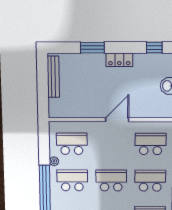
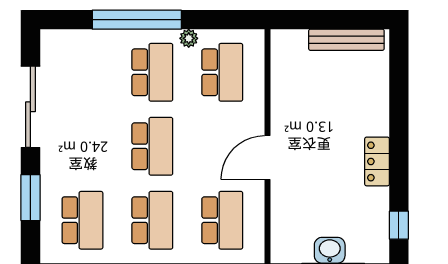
window: (92, 48) -> (399, 112), removed
door: (117, 120) -> (267, 158), swing flipped

